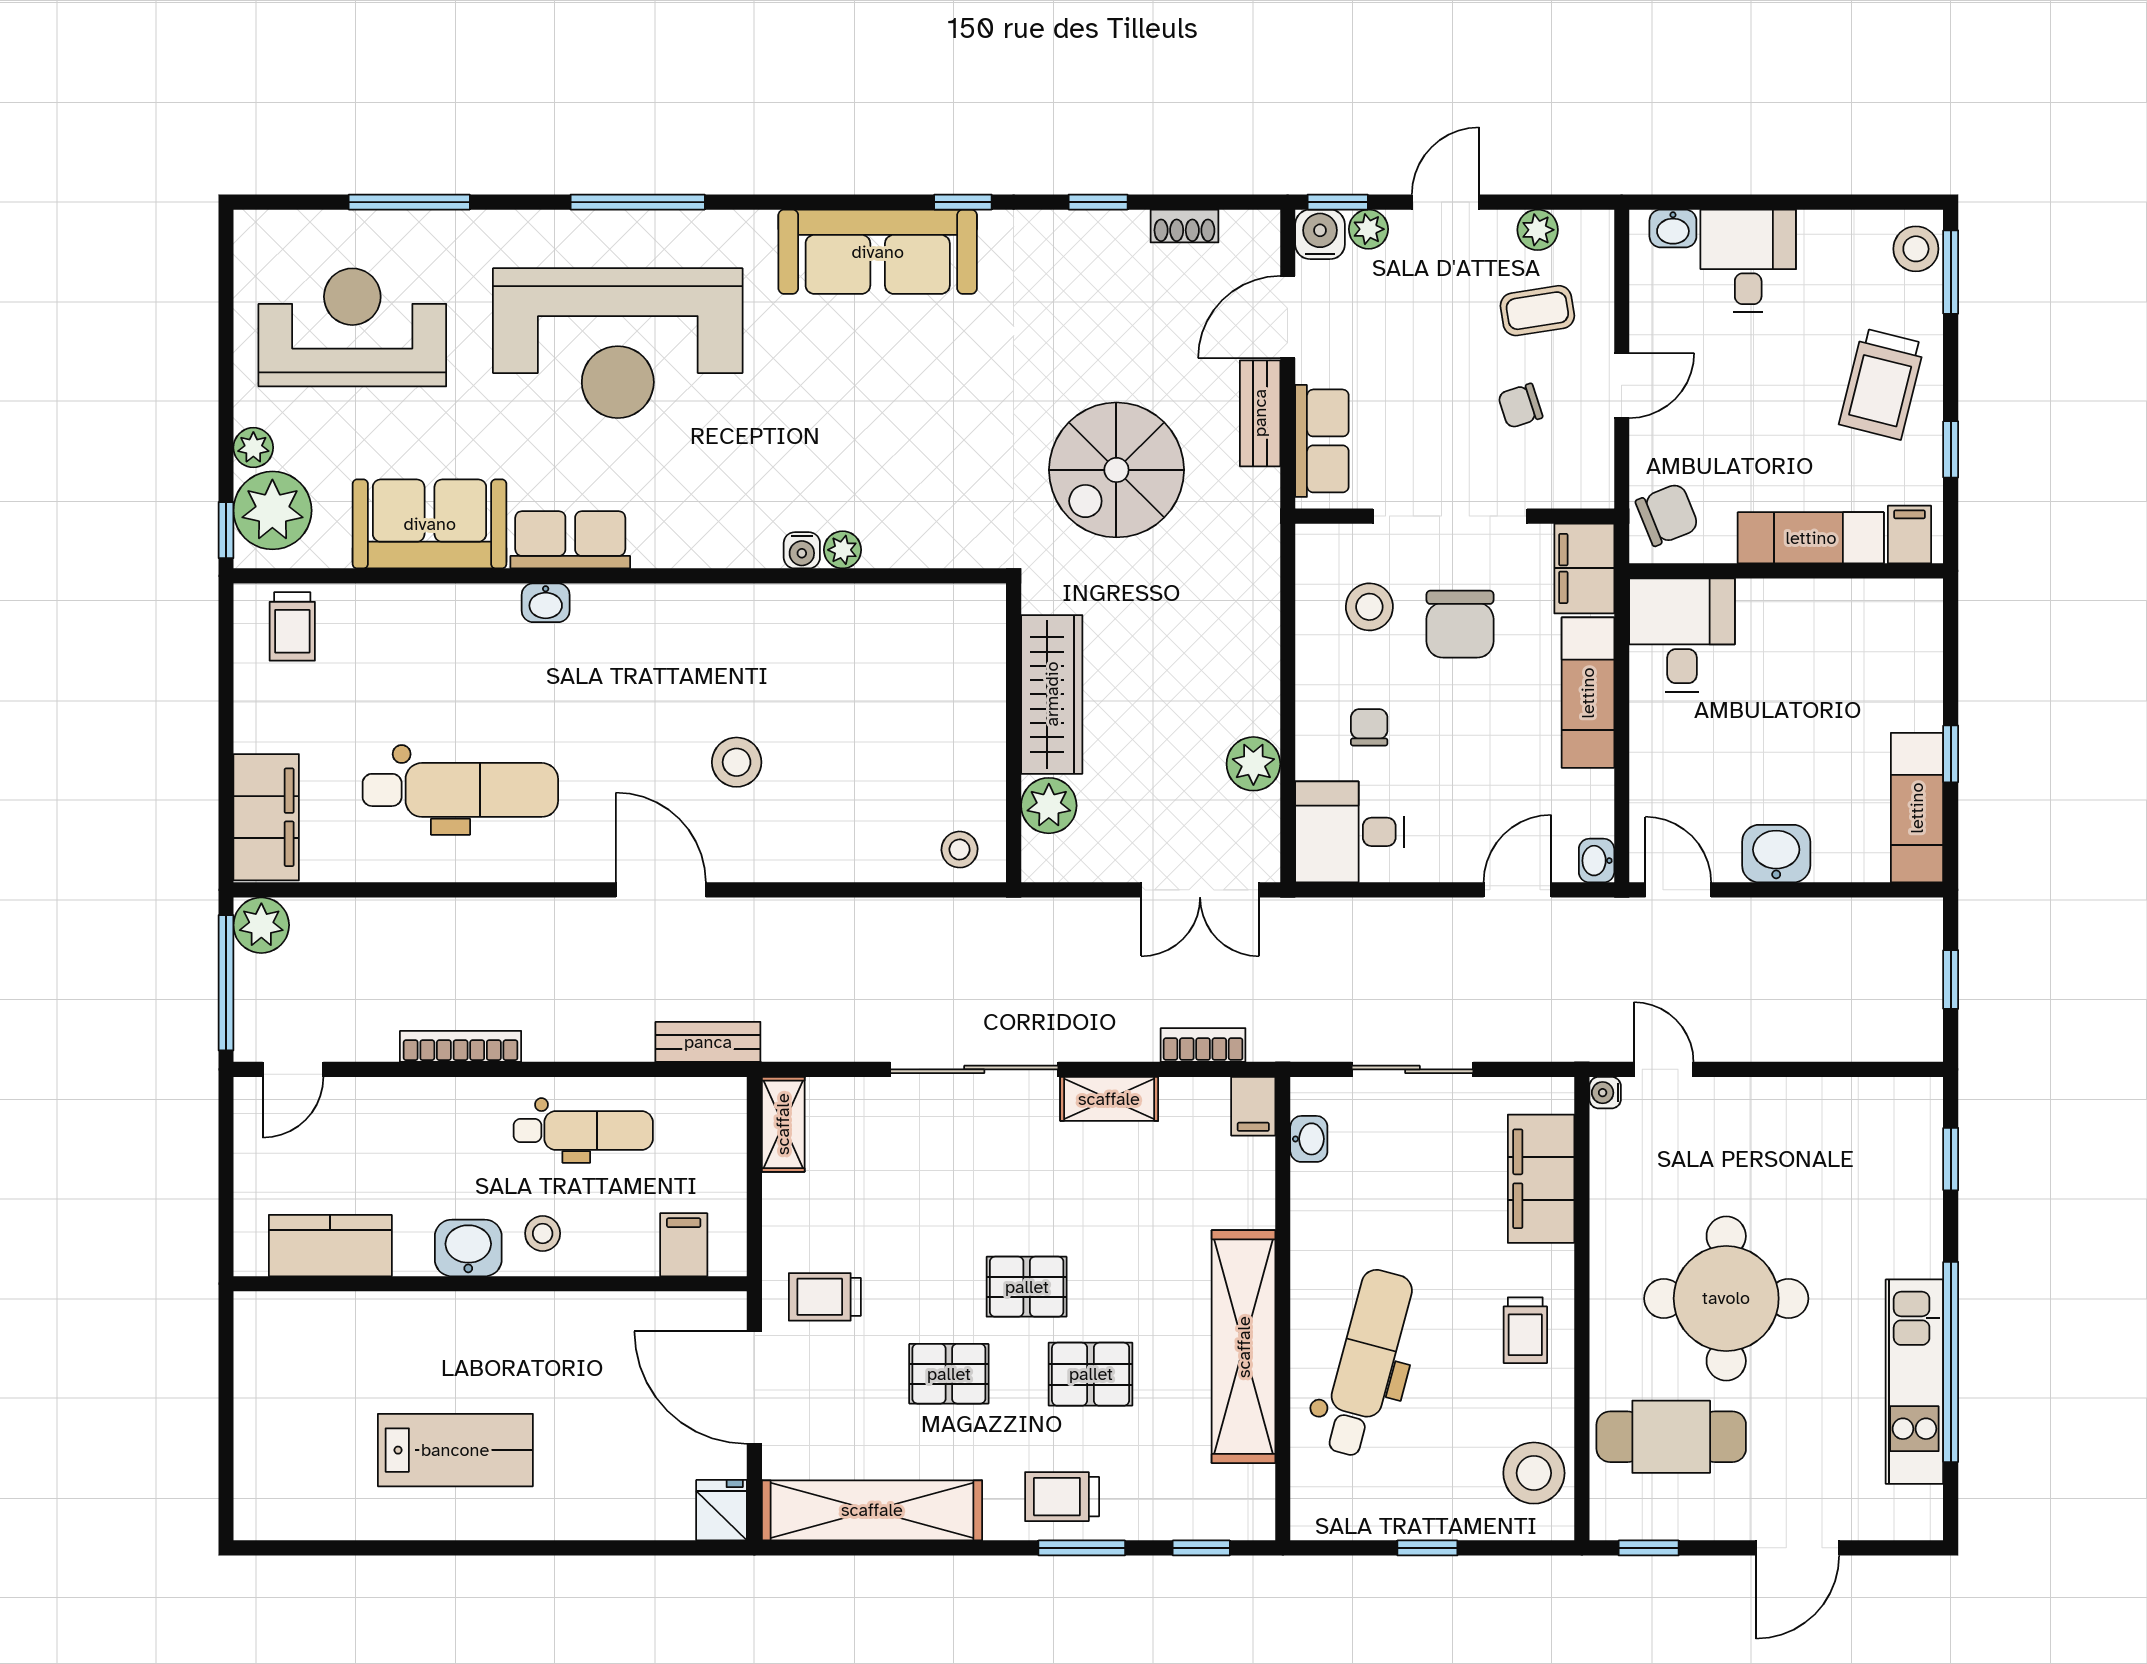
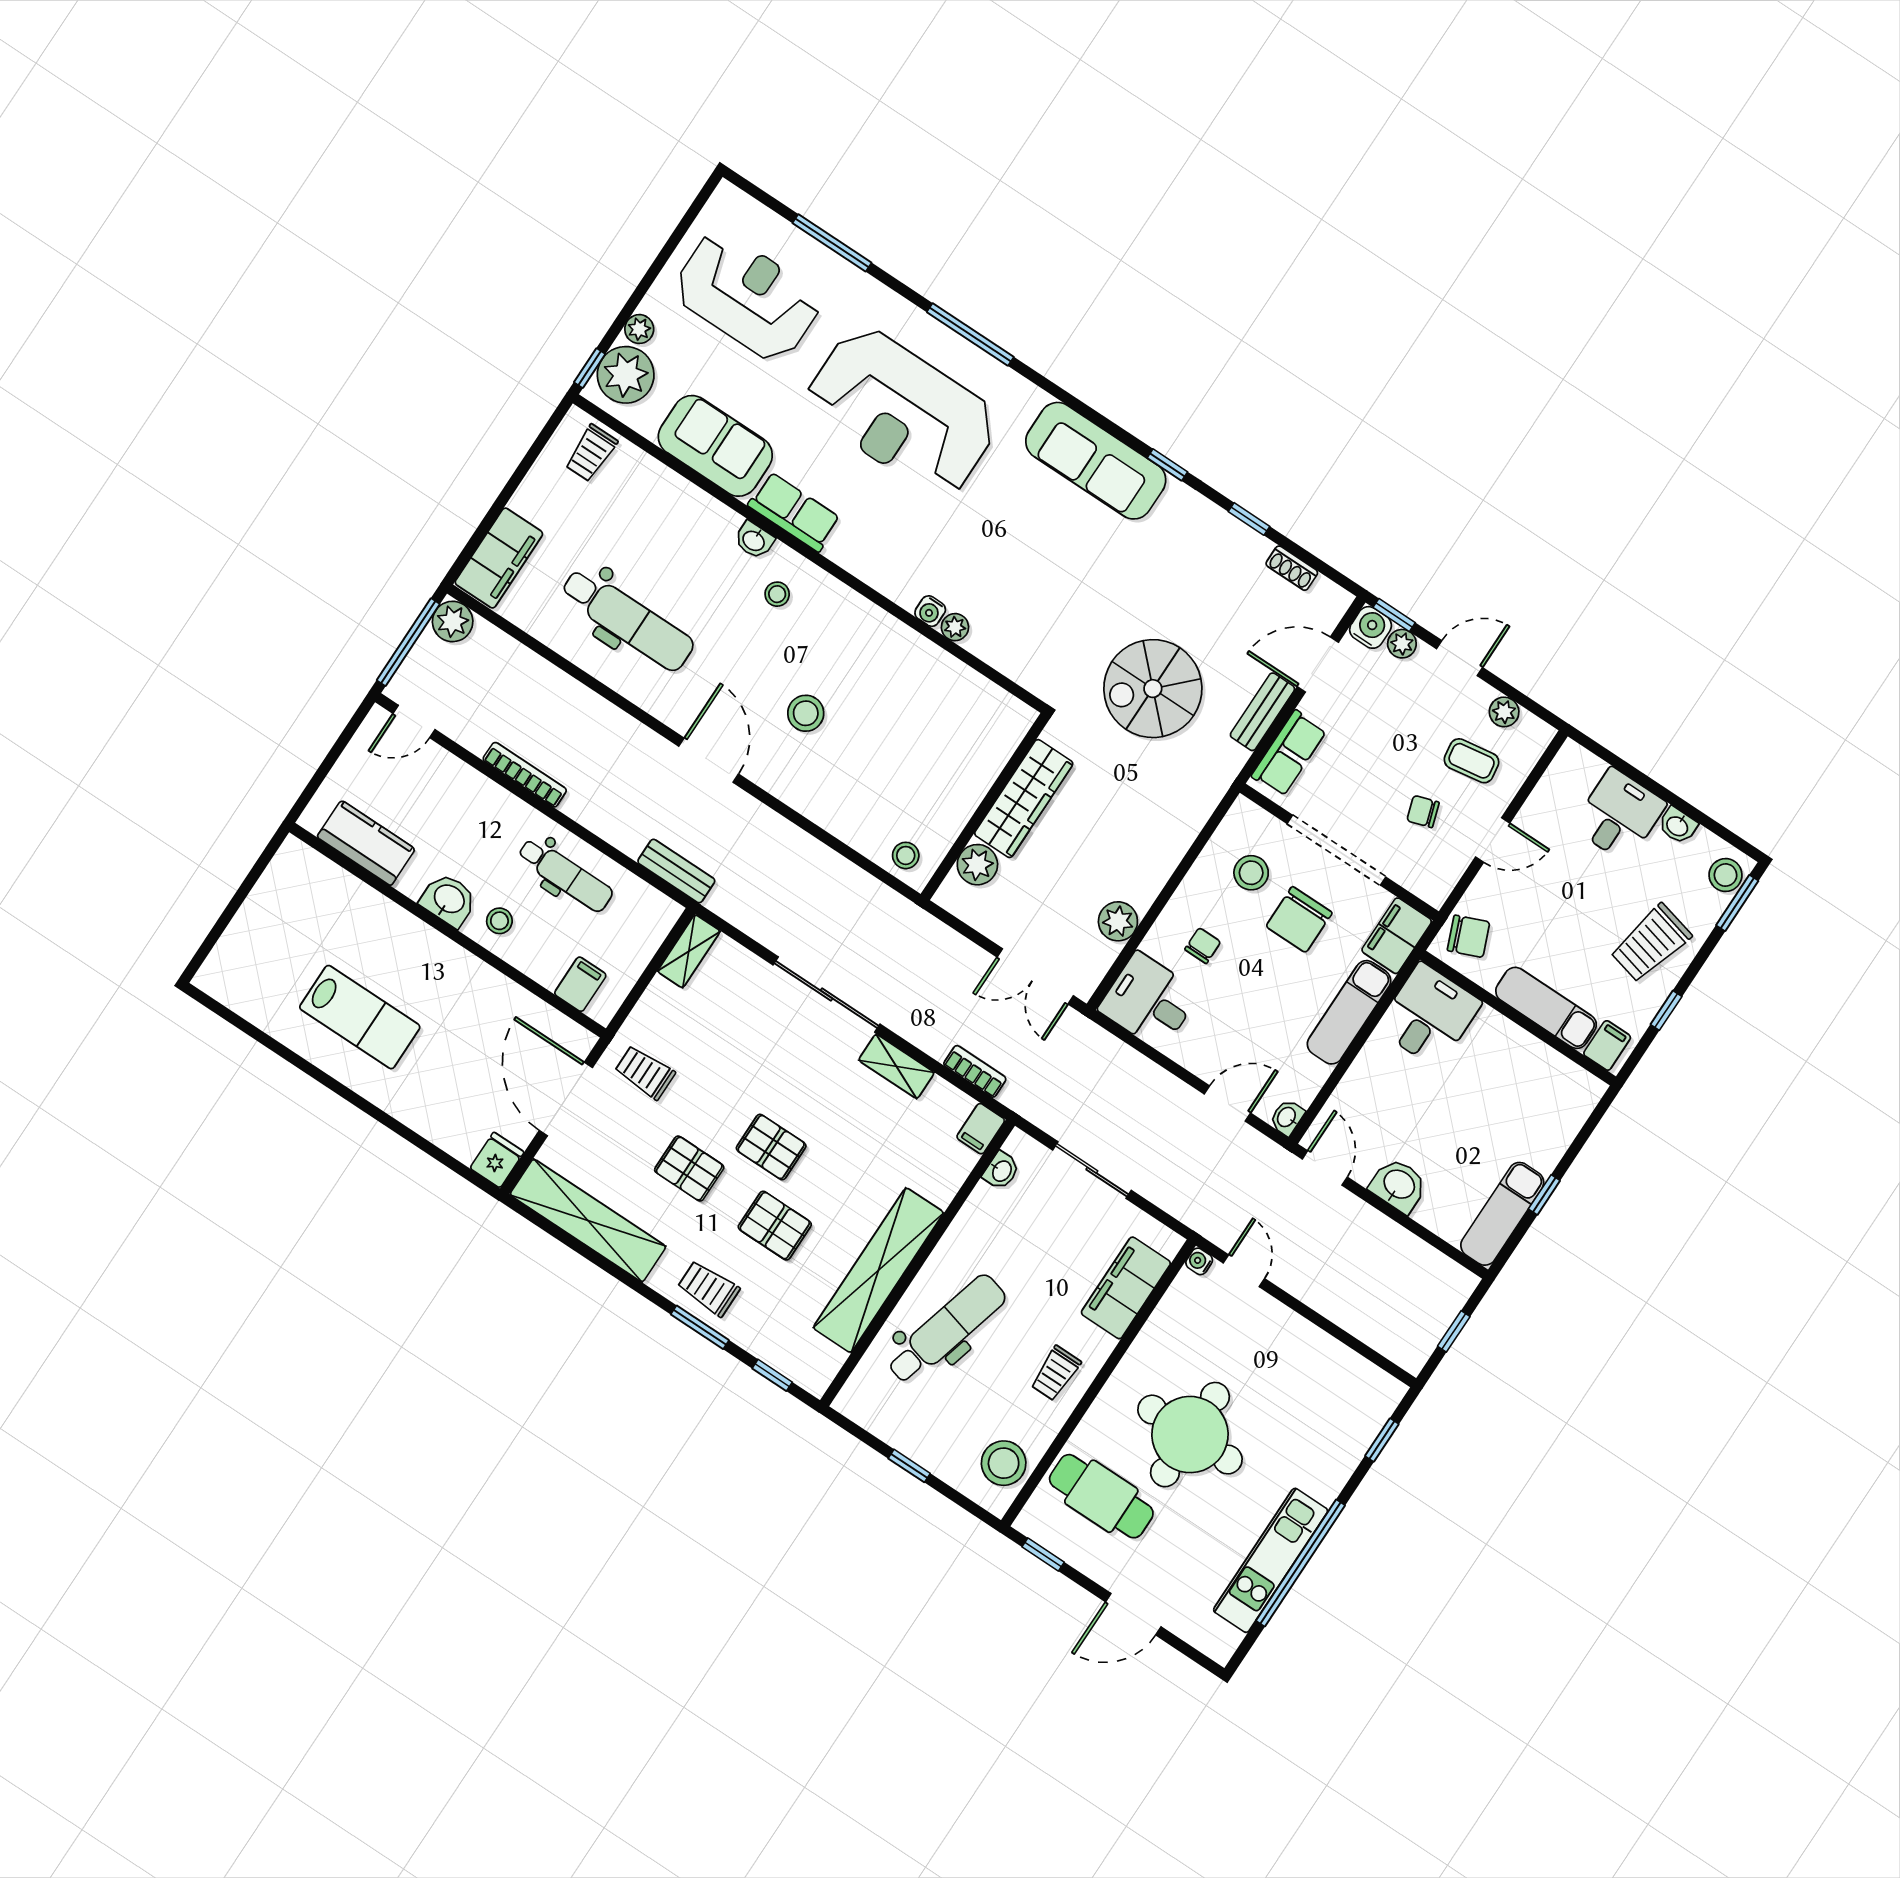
washbasin: (1673, 229) -> (1678, 826), moved
stool: (613, 647) -> (777, 594), added

